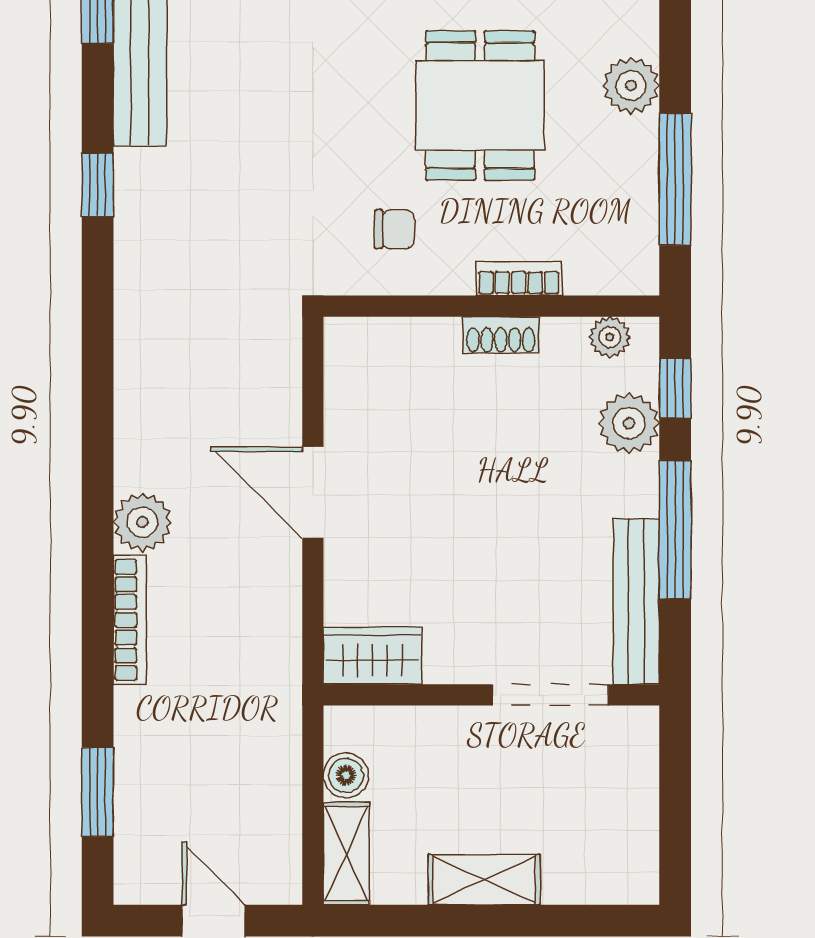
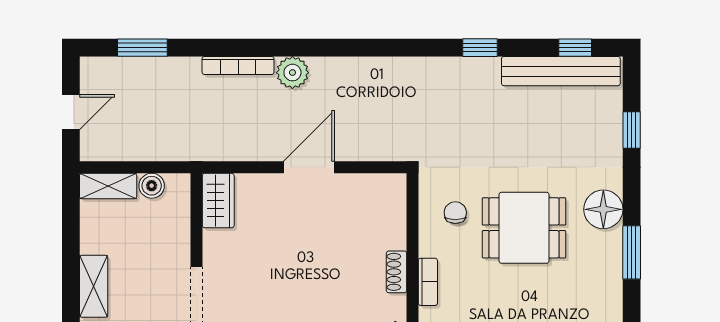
dining table: (480, 105) -> (524, 228), moved
chair: (394, 229) -> (455, 213), turned 180
shelving: (484, 880) -> (94, 286), moved

